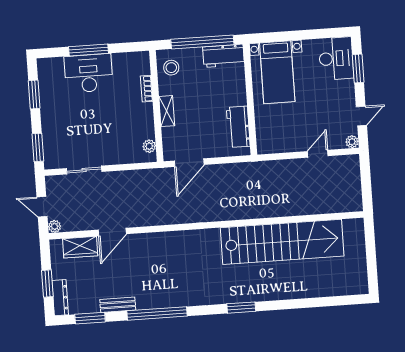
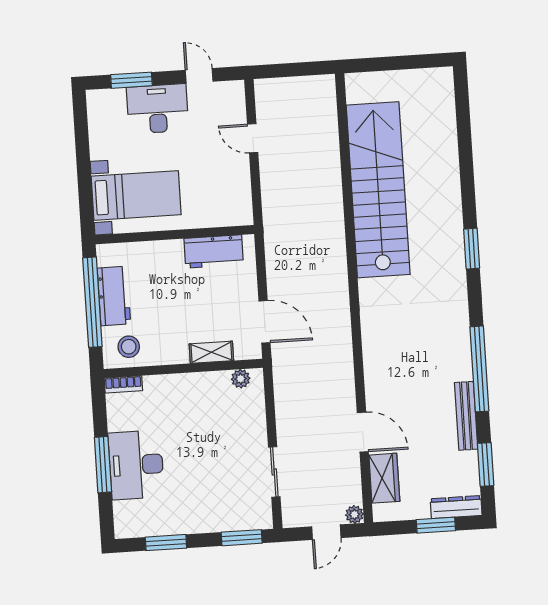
workbench: (223, 56) -> (114, 296), moved
desk: (336, 58) -> (157, 109), moved
bookcase: (147, 89) -> (123, 384), moved
shelving: (167, 111) -> (211, 352), moved
plant: (352, 142) -> (236, 89), removed
bench: (118, 305) -> (466, 416), width x1.36

